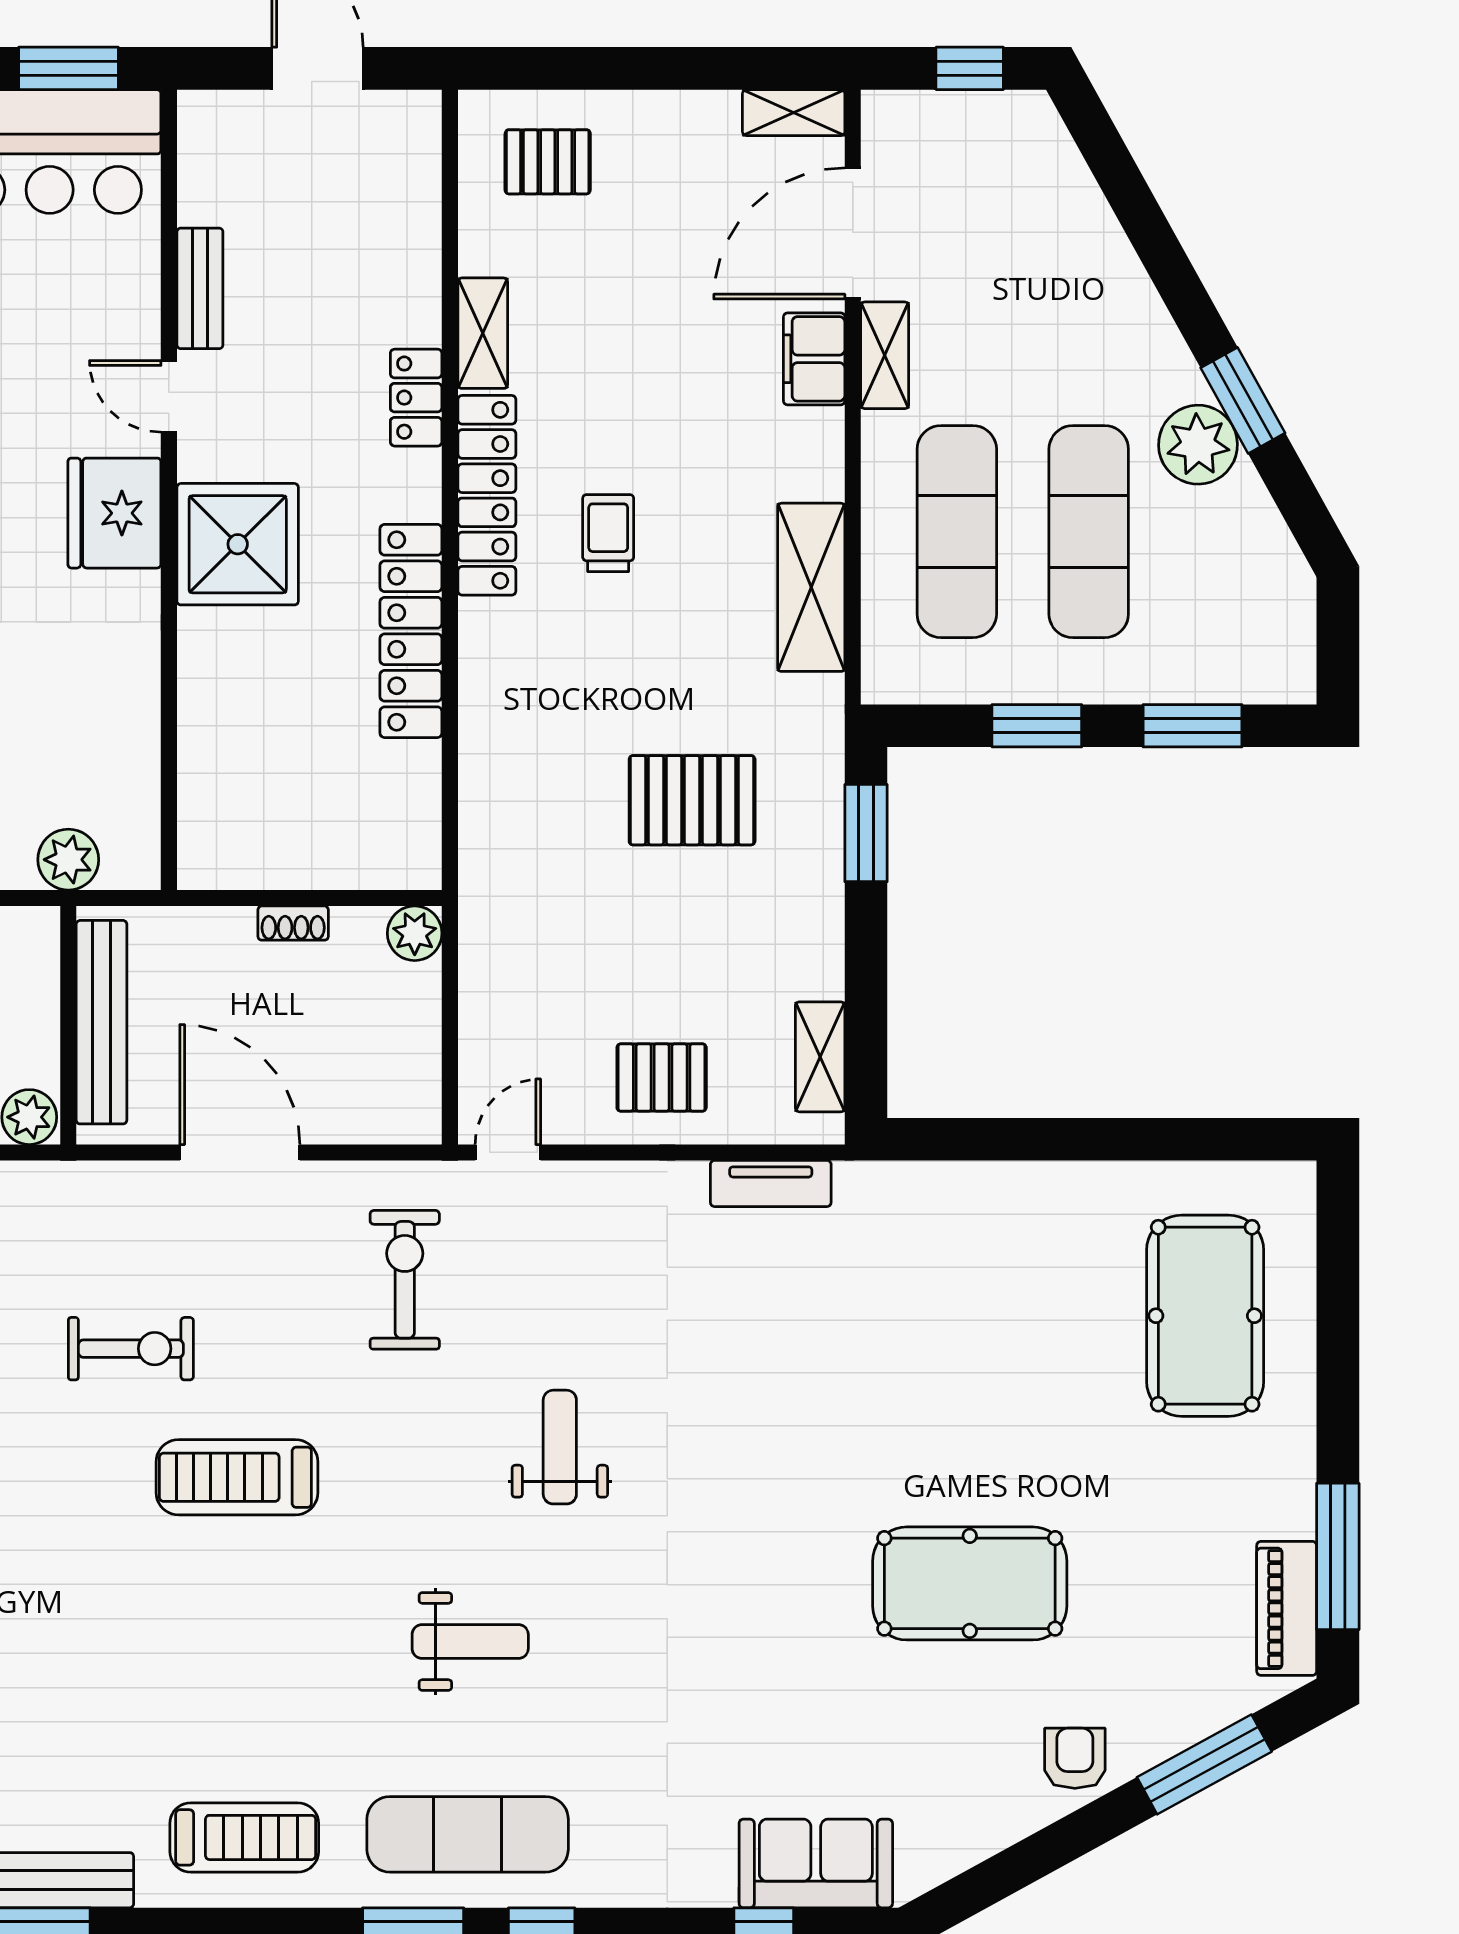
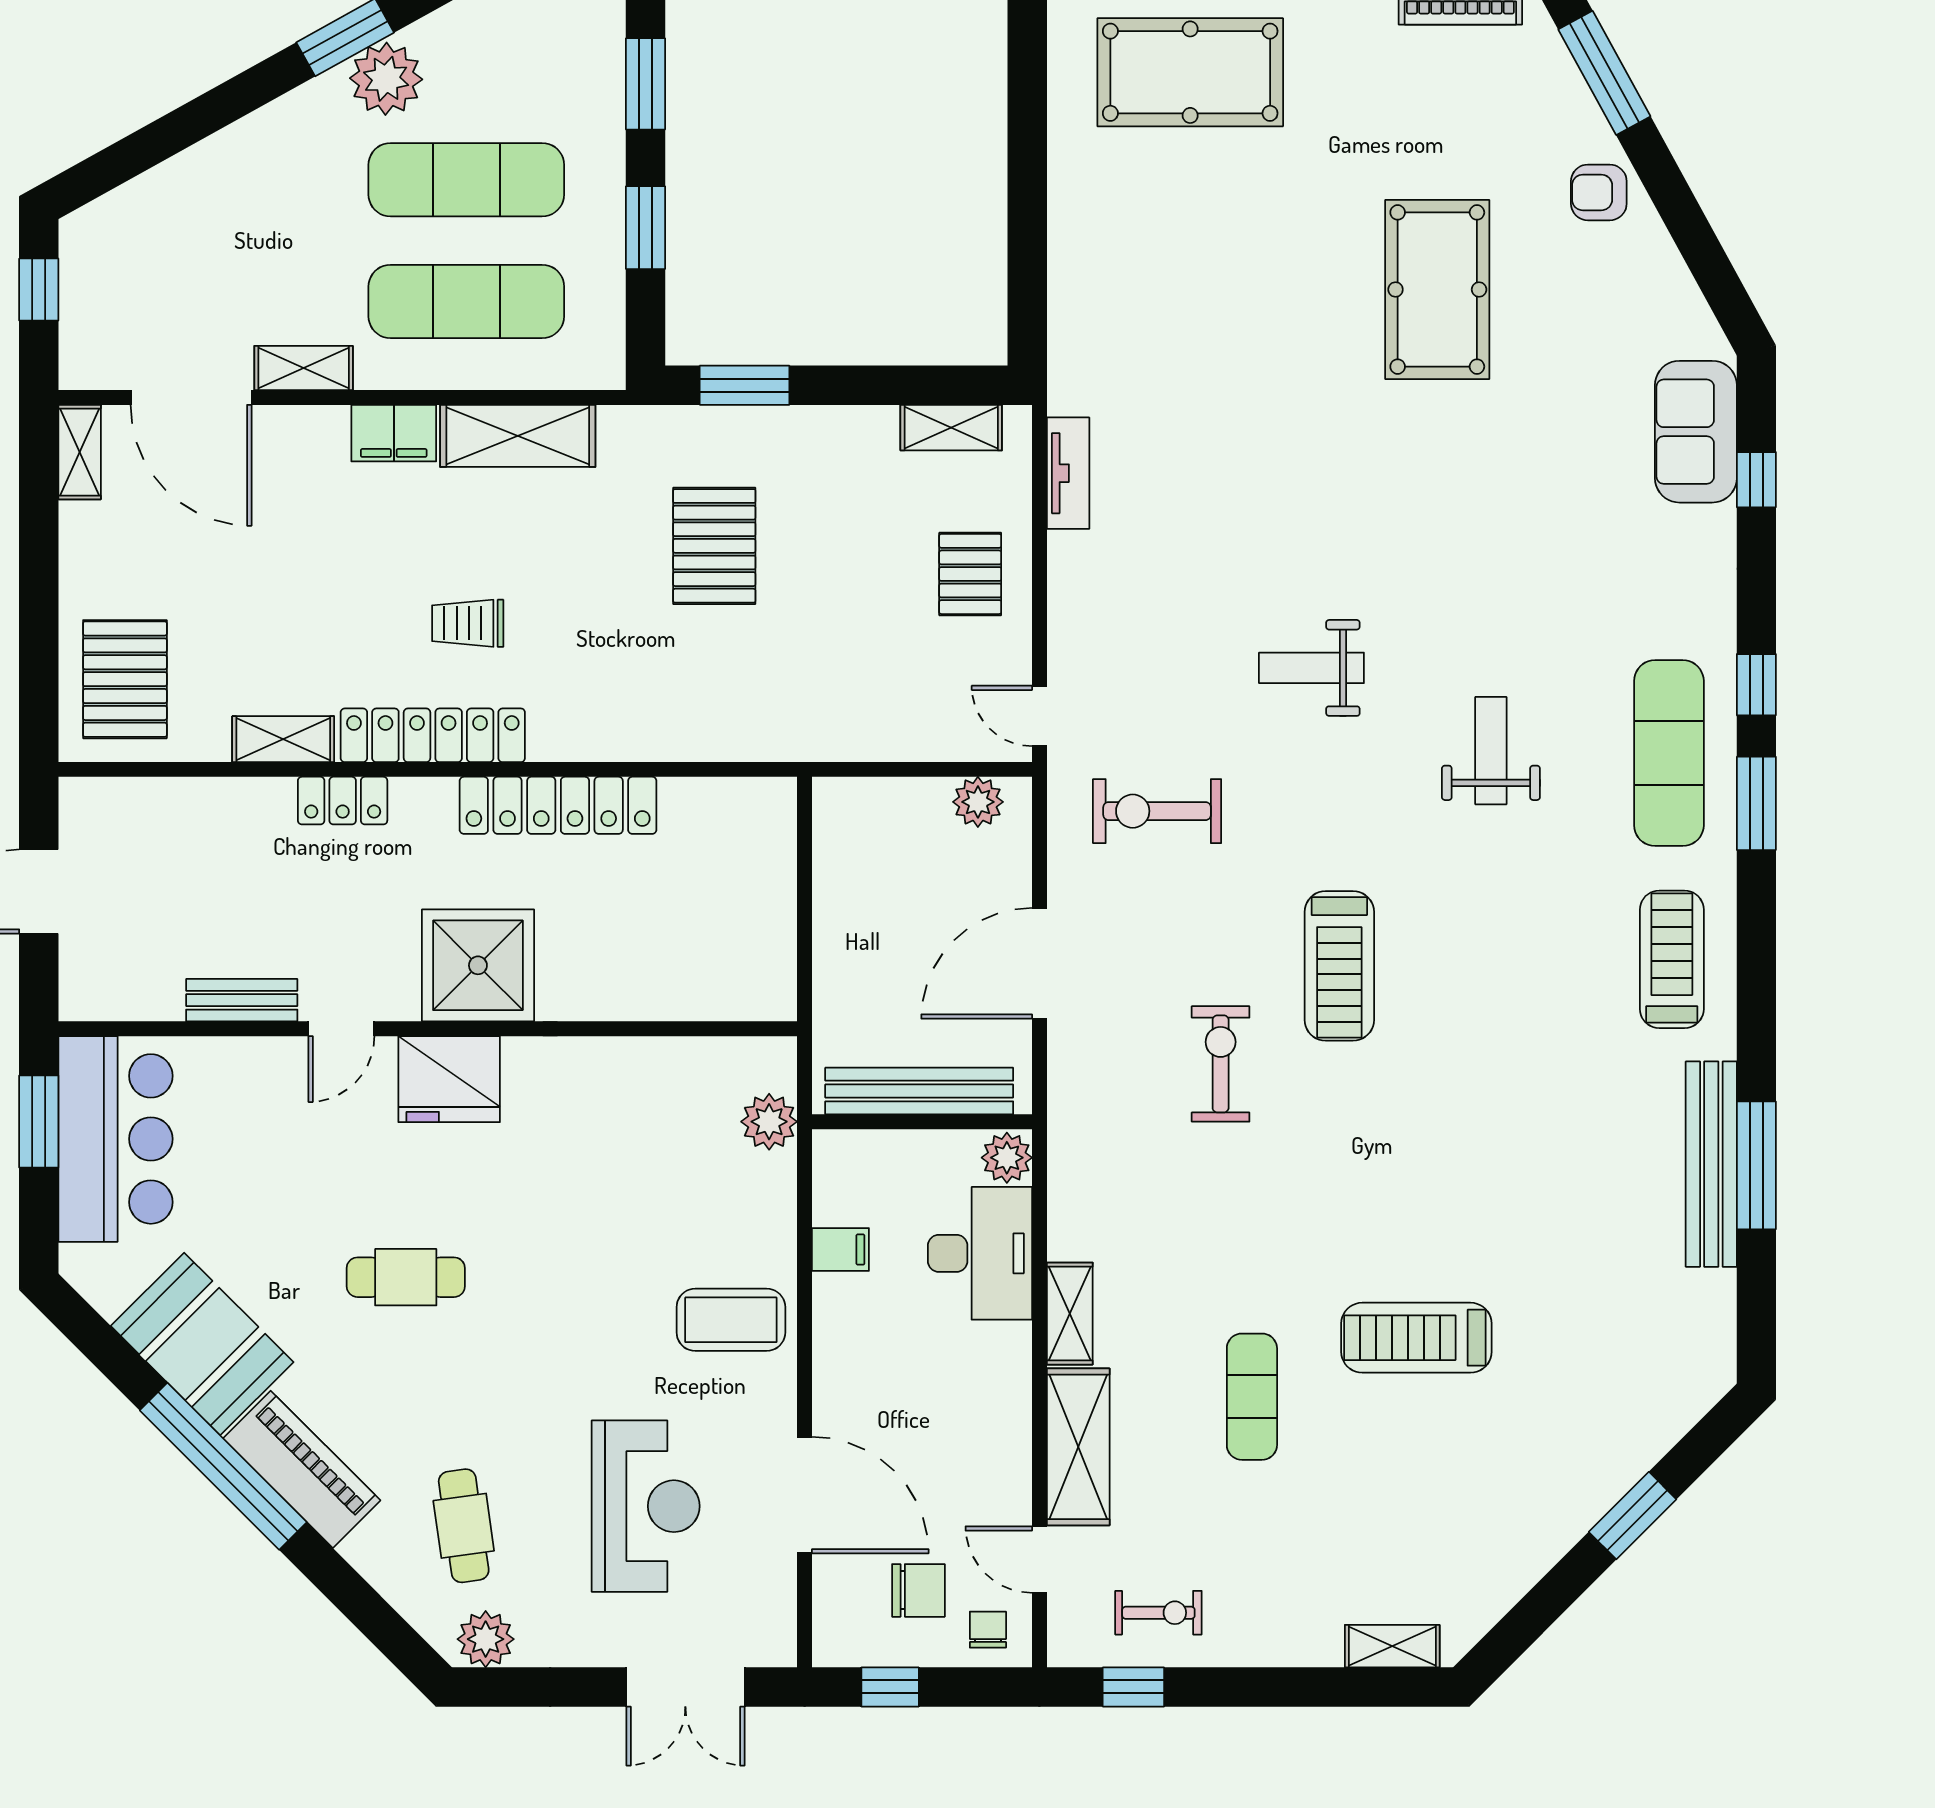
pallet: (548, 162) -> (125, 679), width x1.50, depth x1.42
filing cabinet: (814, 359) -> (394, 433), moved
shoe rack: (293, 923) -> (828, 914), removed
plant: (415, 933) -> (978, 802), moved

